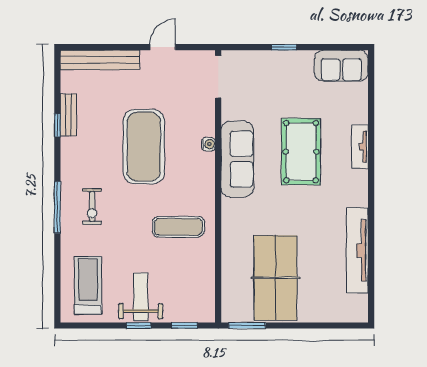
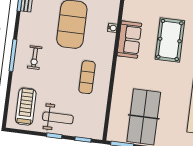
sofa: (237, 159) -> (129, 40), width x0.73
exercise mat: (178, 227) -> (87, 77), turned 90
weight bench: (141, 297) -> (58, 118), turned 90

